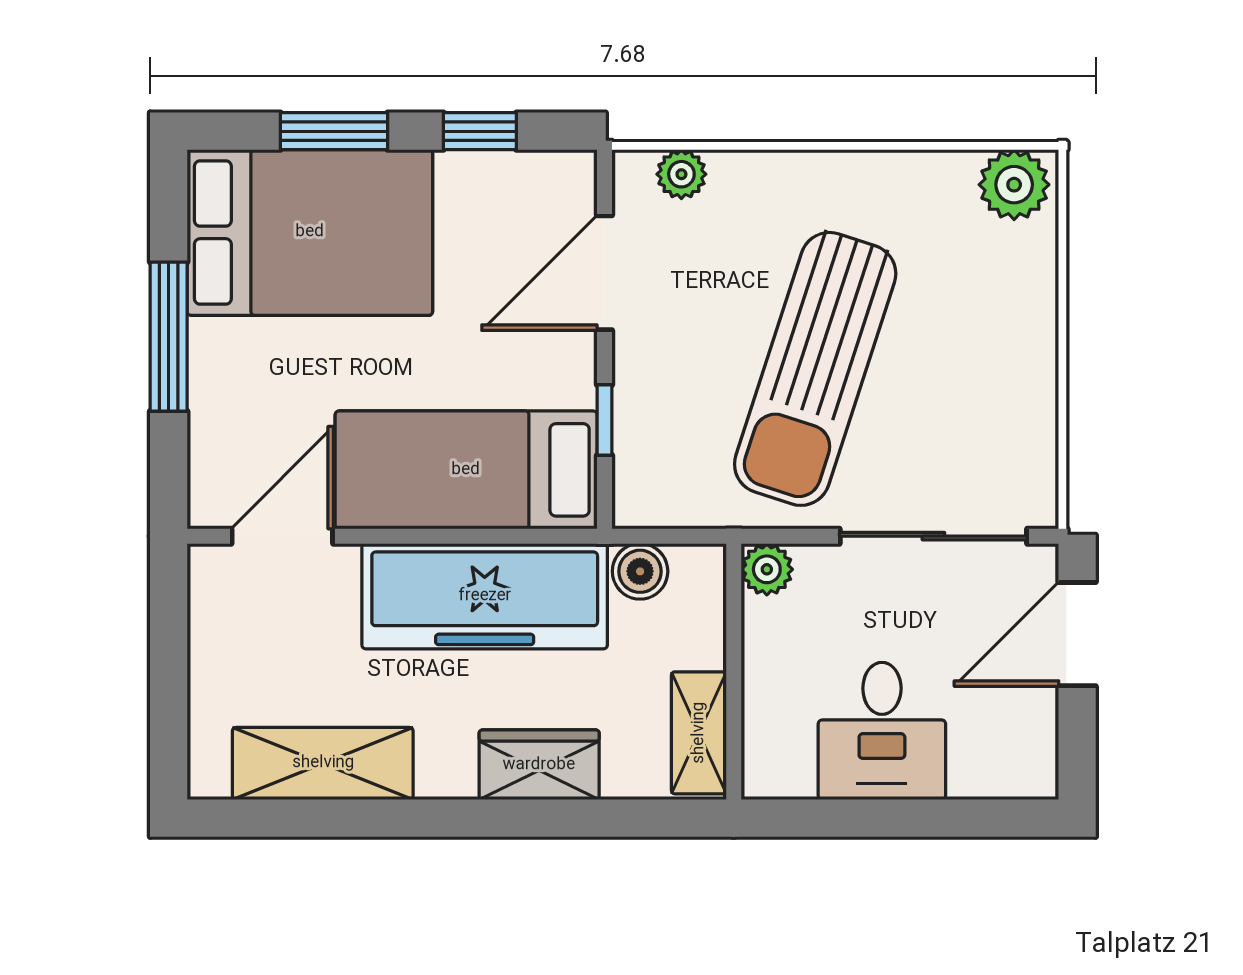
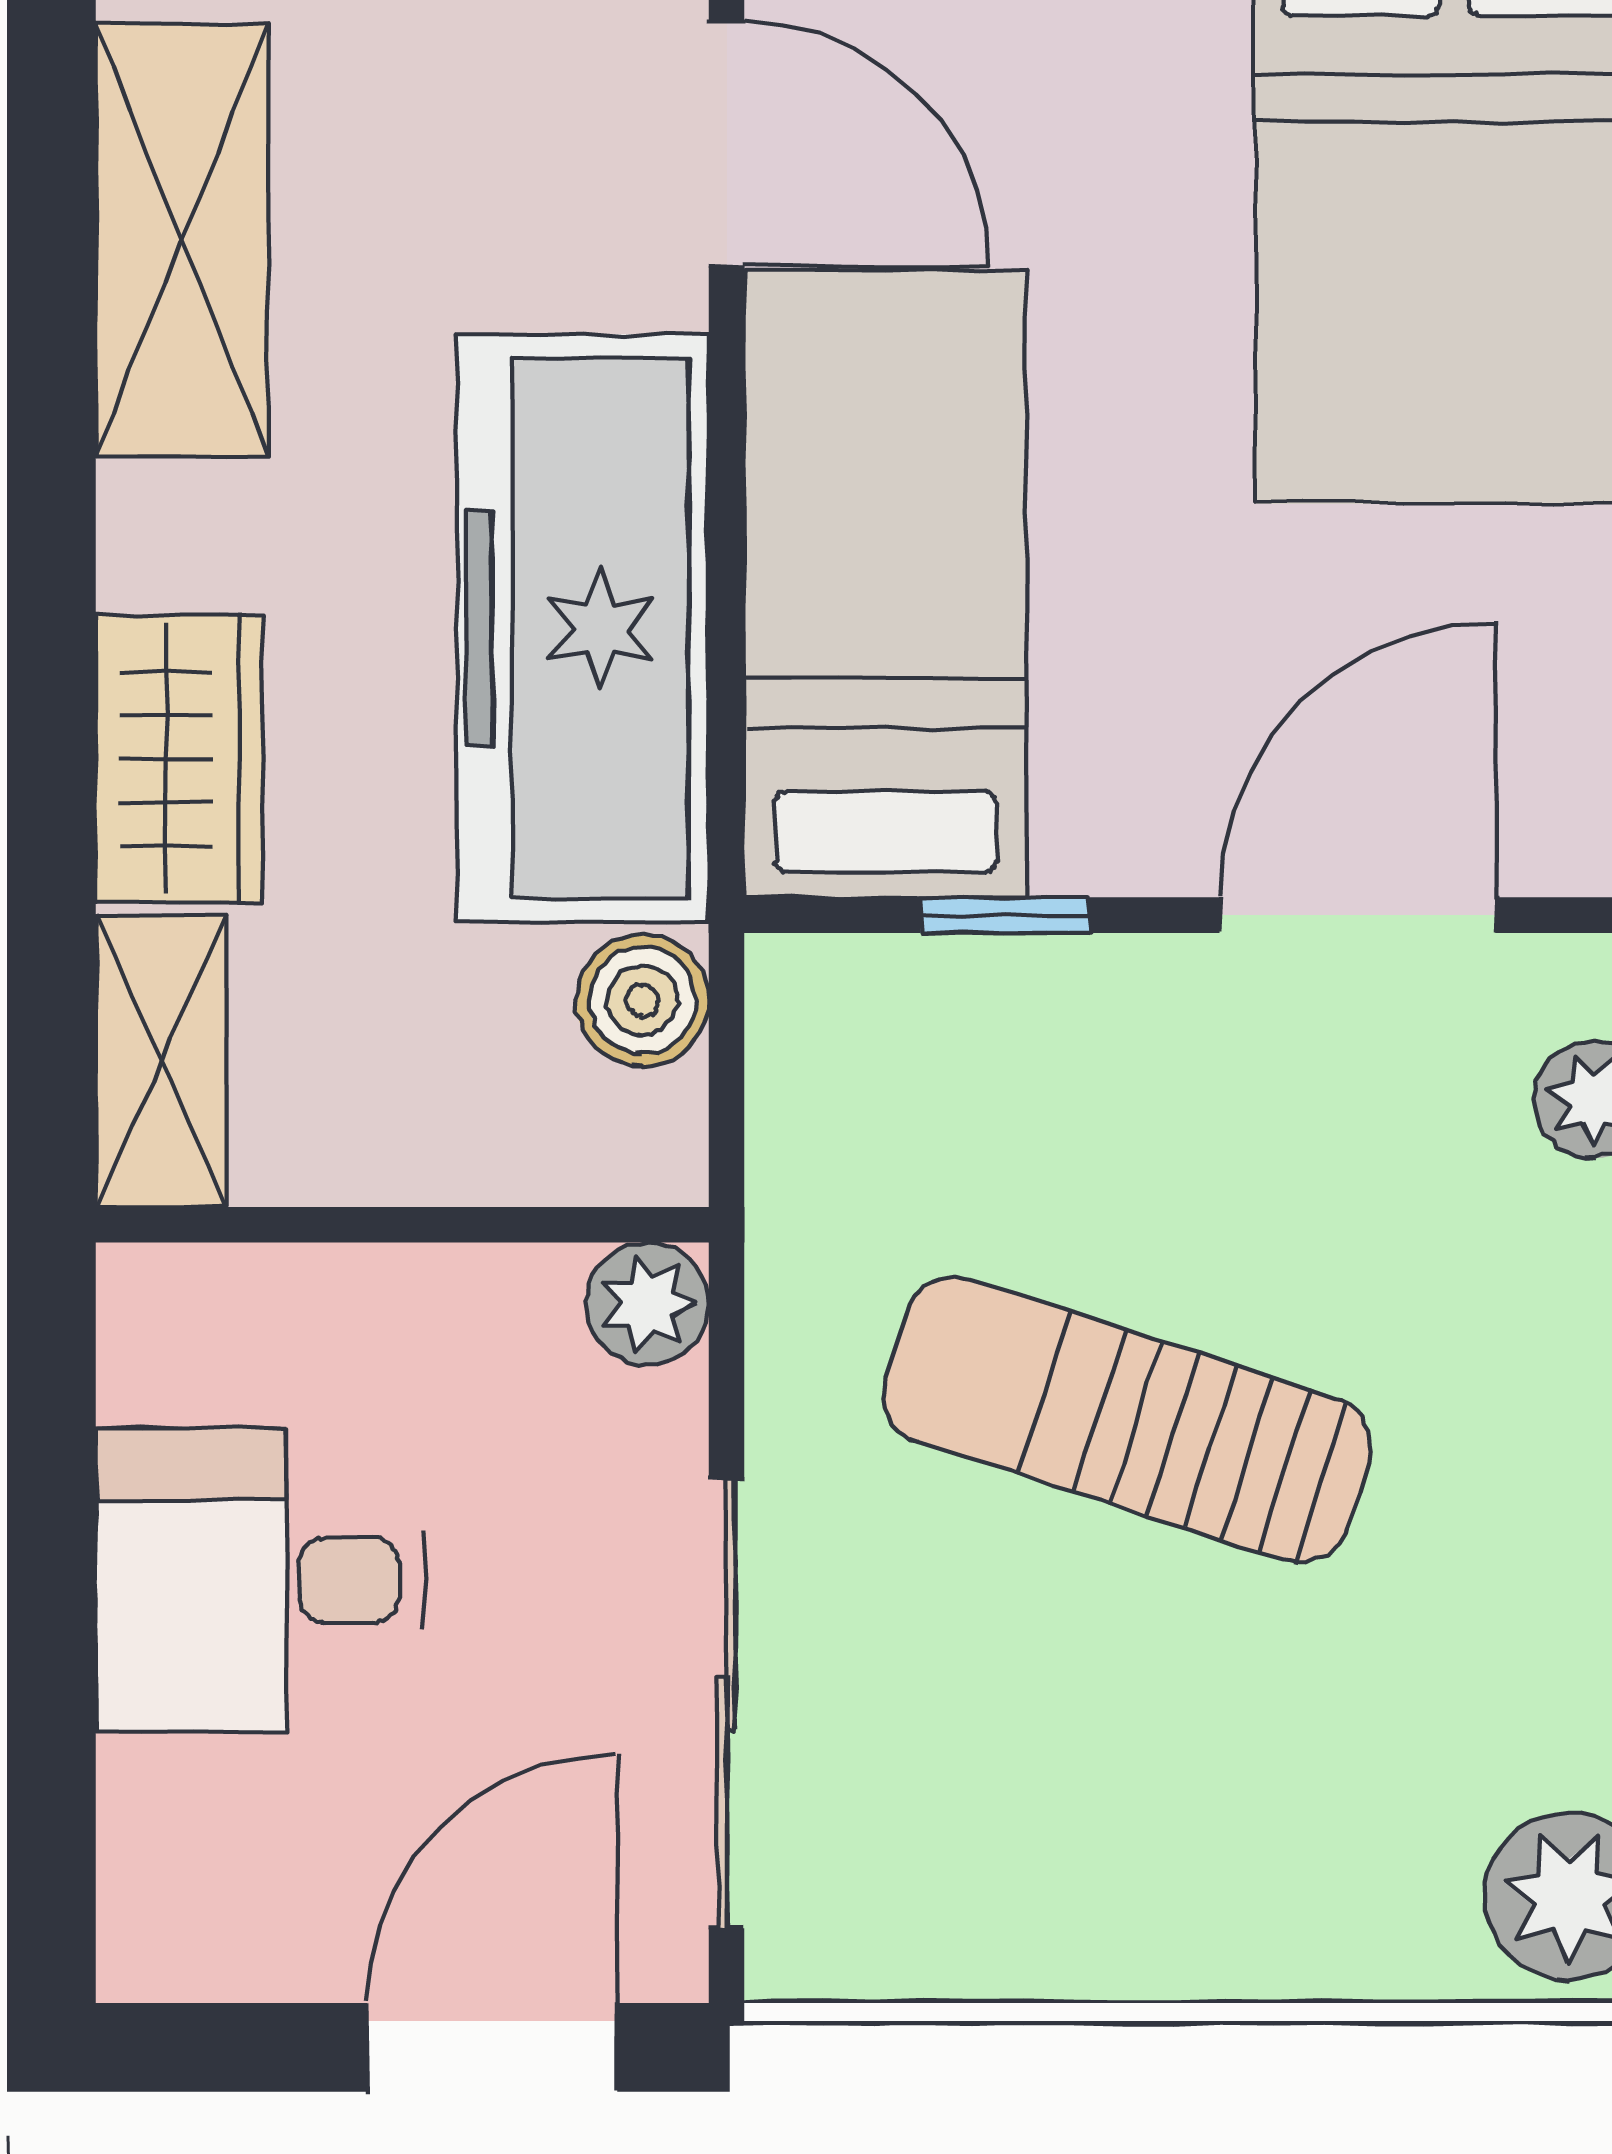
door: (604, 273) -> (1357, 915), hinge flipped
sun lounger: (815, 369) -> (1127, 1420), width x0.73, depth x0.75
door: (1077, 634) -> (492, 2047), hinge flipped
shelving: (699, 733) -> (161, 1061), moved, turned 90

